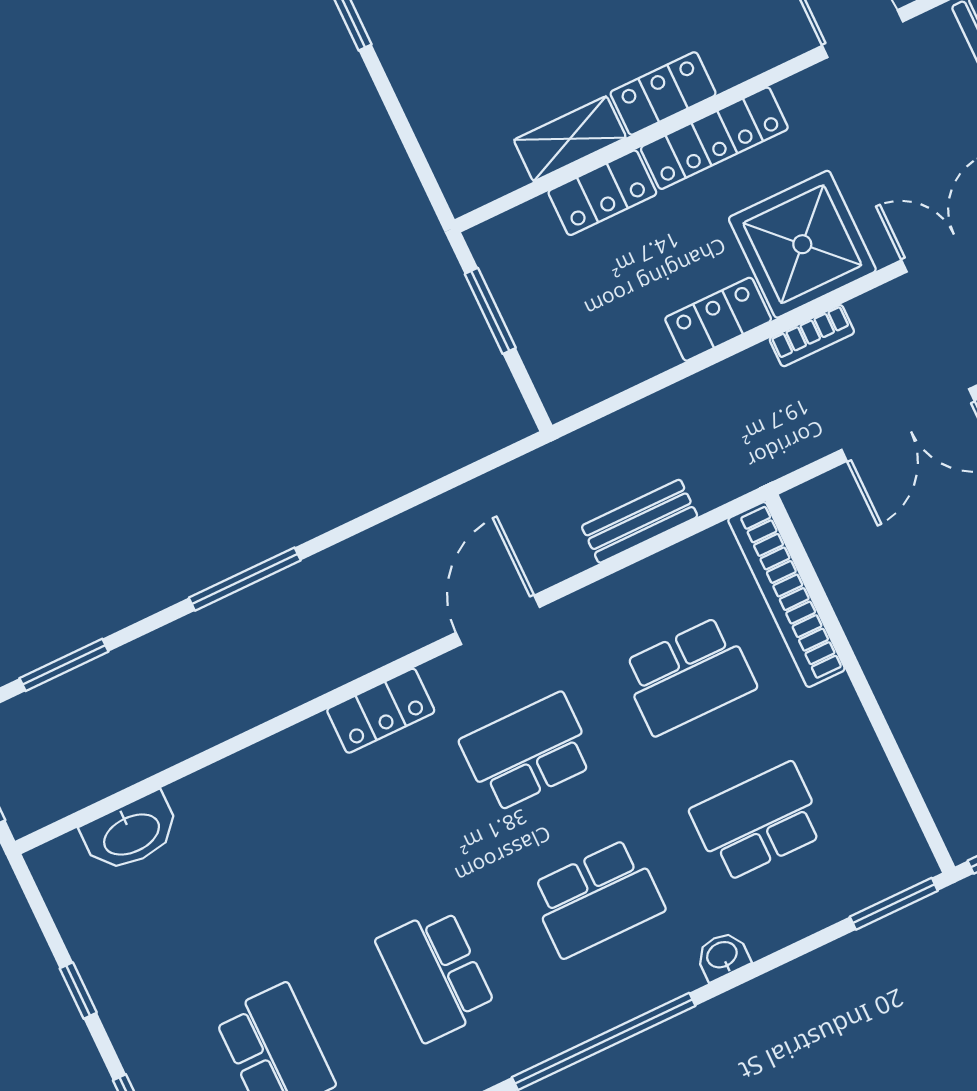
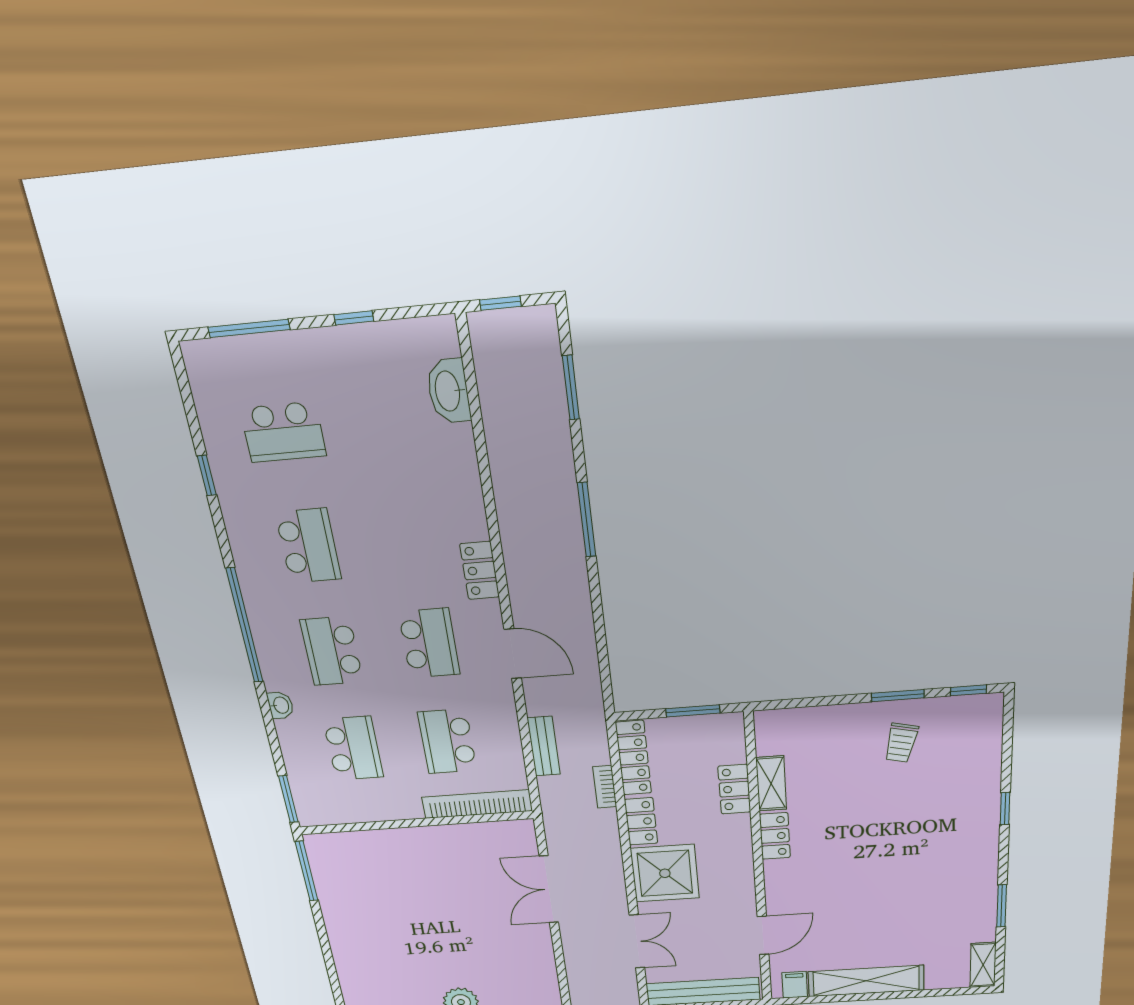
locker: (714, 138) -> (633, 758), moved, turned 180
bookcase: (812, 336) -> (605, 787), moved
school desk: (436, 975) -> (308, 546), turned 90

